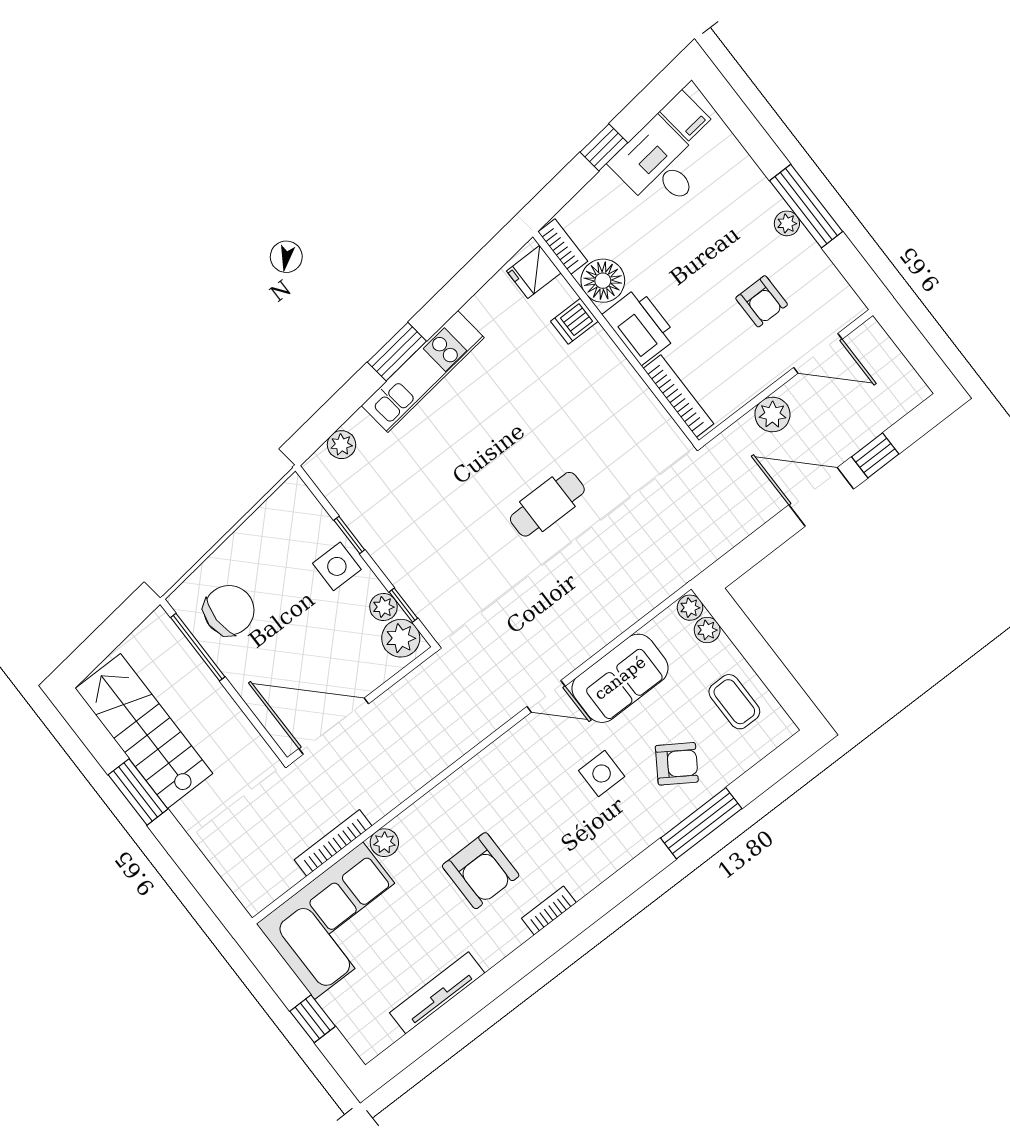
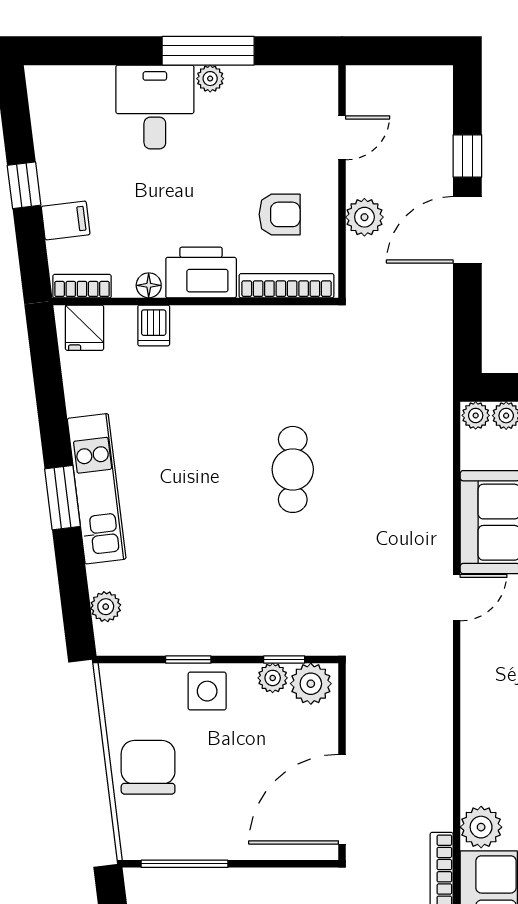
filing cabinet: (685, 115) -> (66, 220), moved
desk: (659, 166) -> (155, 107), moved, turned 97
floor lamp: (603, 281) -> (149, 285), width x0.53, depth x0.53
armchair: (762, 301) -> (280, 214), moved
door: (818, 353) -> (342, 138), width x0.73
chair: (229, 610) -> (148, 767), moved
plant: (384, 843) -> (481, 827), width x1.38, depth x1.38

